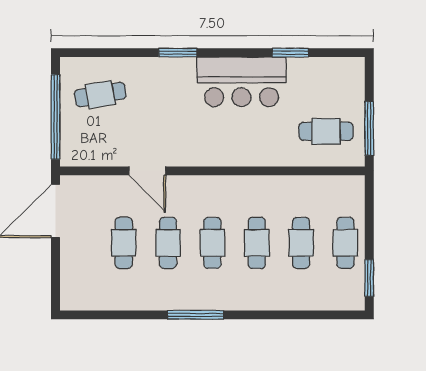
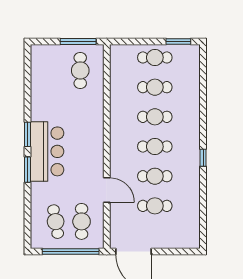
window: (290, 53) -> (28, 134), moved
bar counter: (242, 82) -> (47, 151), moved
cafe table: (100, 133) -> (82, 221), added
door: (147, 171) -> (107, 190), hinge flipped
window: (196, 315) -> (203, 158), width x0.46

